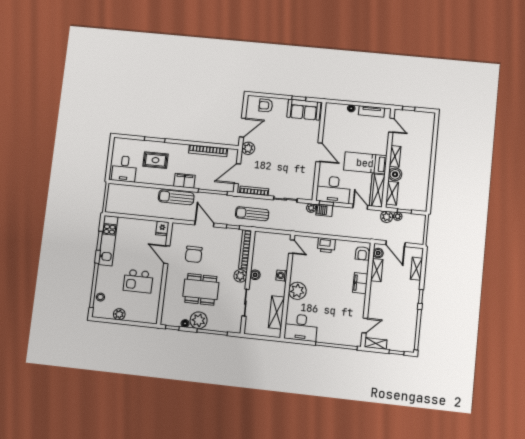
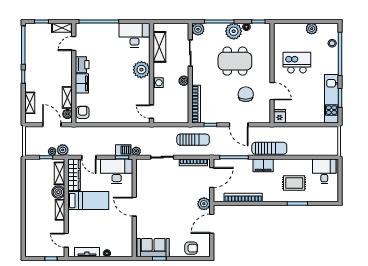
printer: (326, 245) -> (82, 65), moved, turned 90
plant: (240, 276) -> (198, 29), moved

